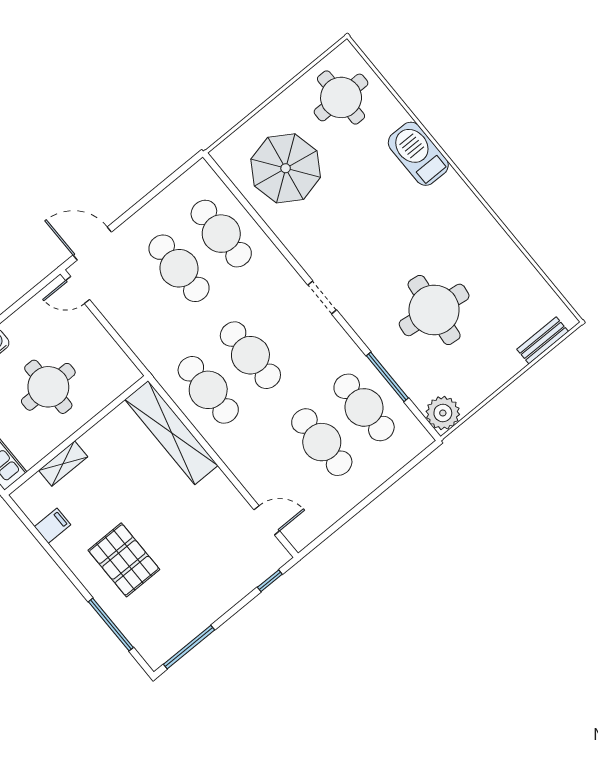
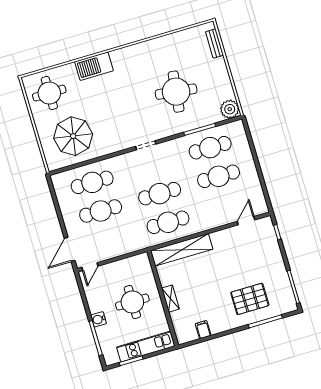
shelving: (63, 464) -> (170, 299), moved
pallet: (124, 560) -> (250, 299), moved

